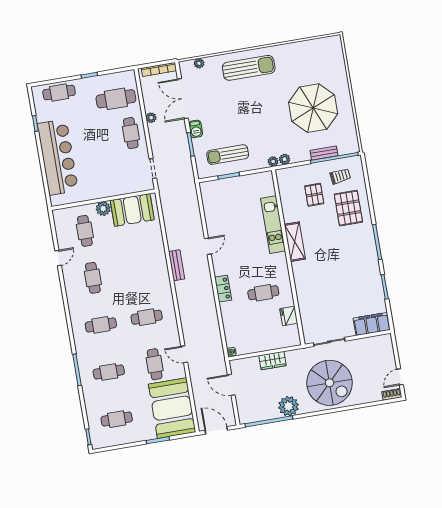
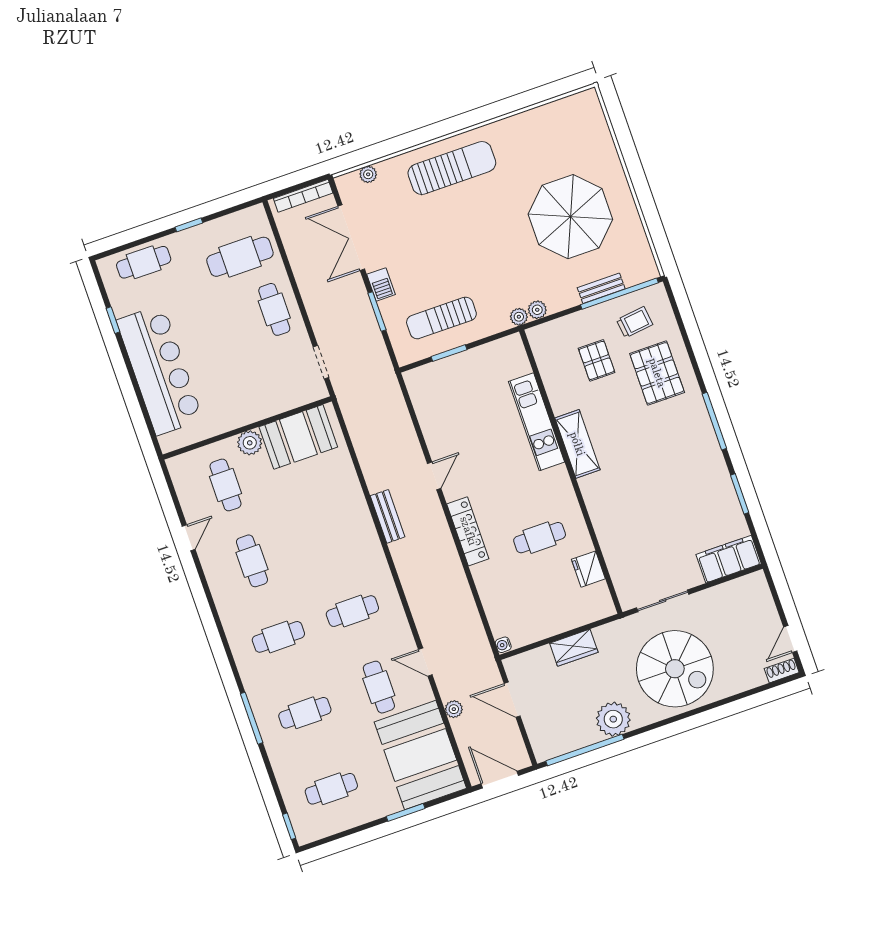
plant: (151, 118) -> (454, 709), moved
locker: (223, 289) -> (468, 531), width x1.53

